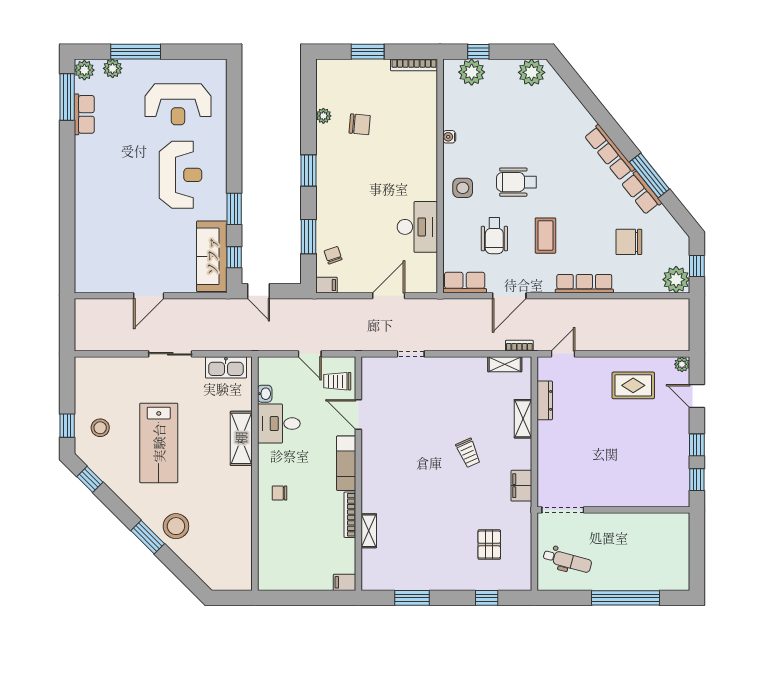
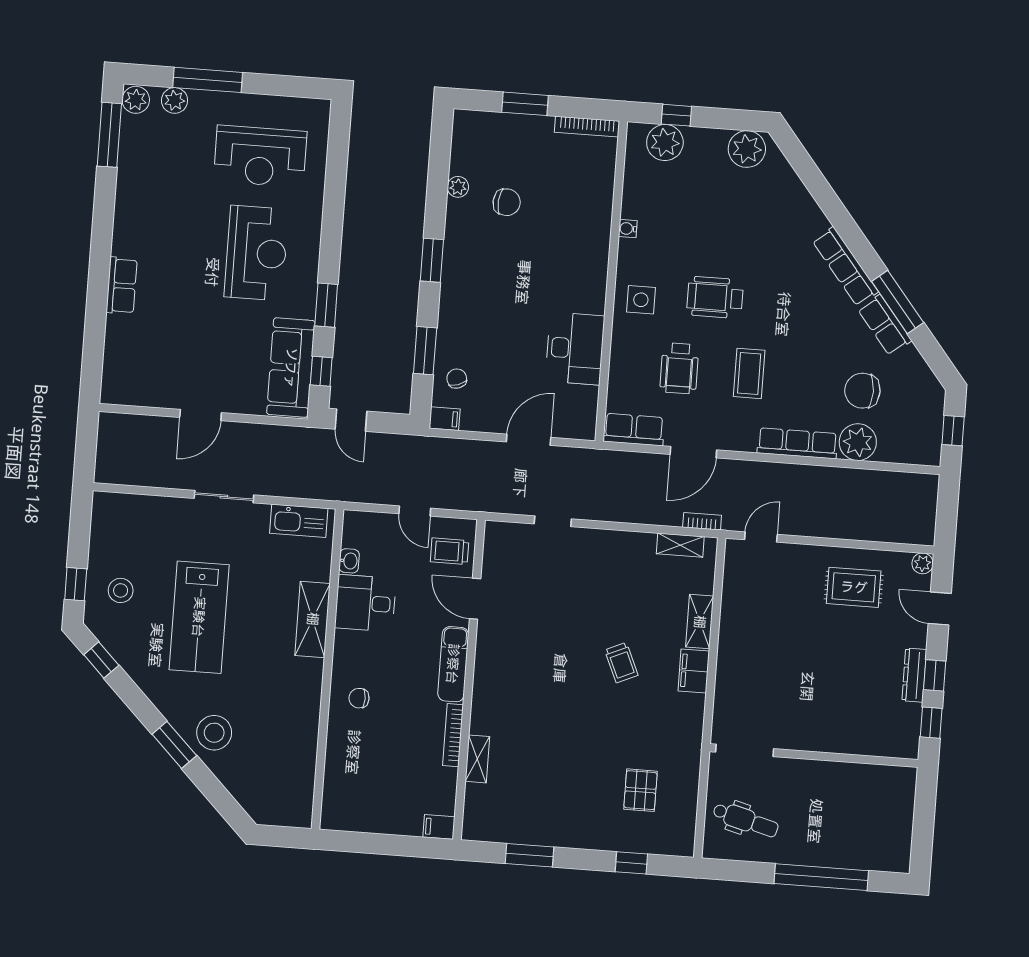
row of seats: (84, 114) -> (122, 286), moved
plant: (676, 280) -> (858, 442), moved
dresser: (545, 400) -> (914, 675), moved, turned 180
filing cabinet: (521, 486) -> (694, 671), moved

